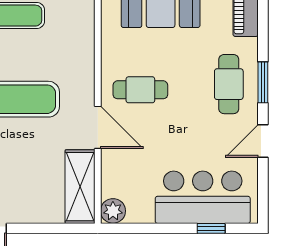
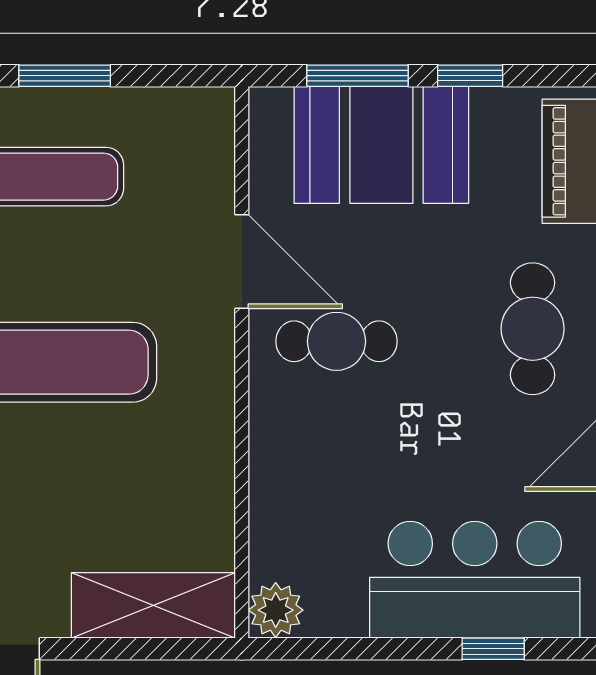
door: (98, 127) -> (242, 261), moved
shelving: (80, 187) -> (153, 605), moved, turned 90

